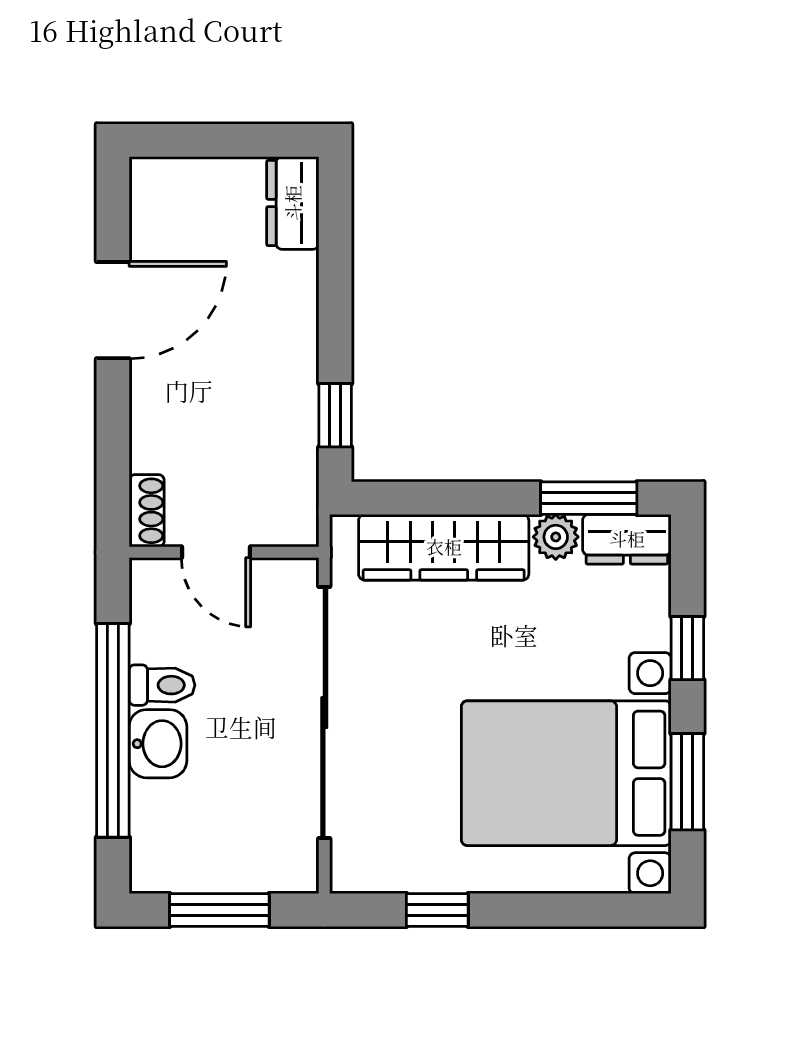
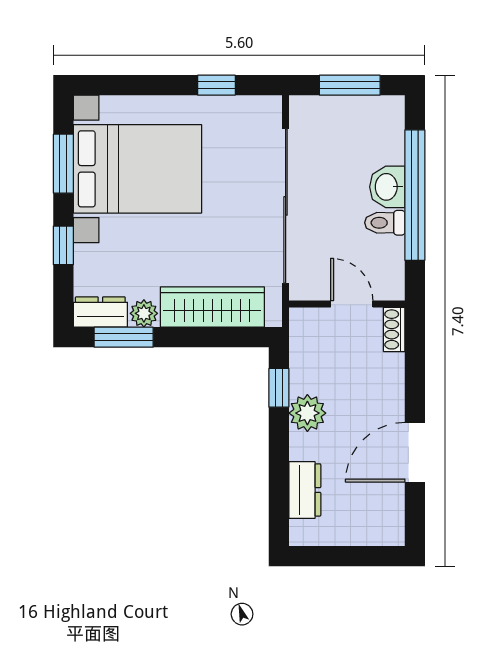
dresser: (293, 203) -> (305, 490), moved
plant: (288, 374) -> (307, 413), added

